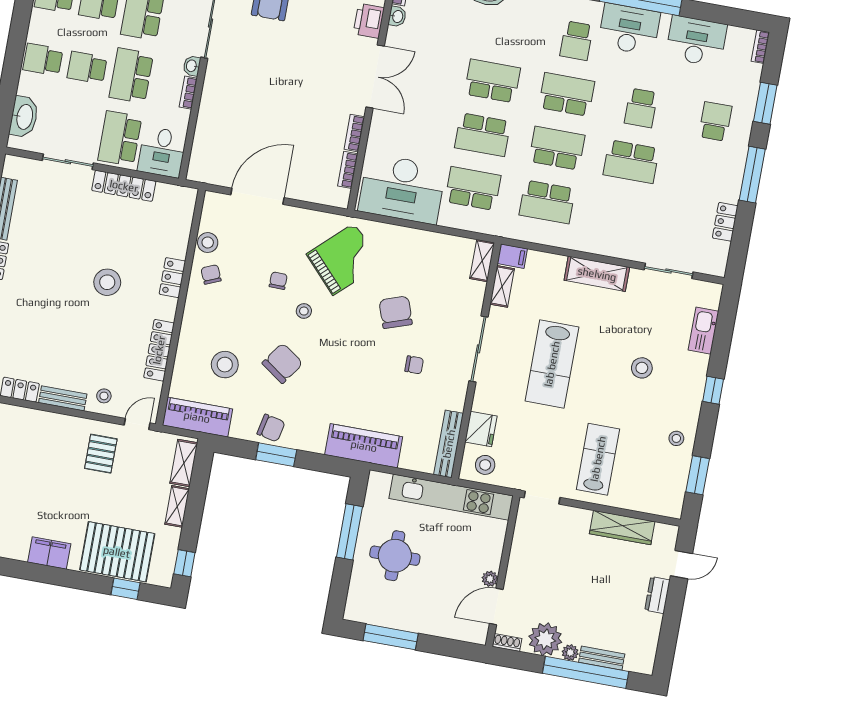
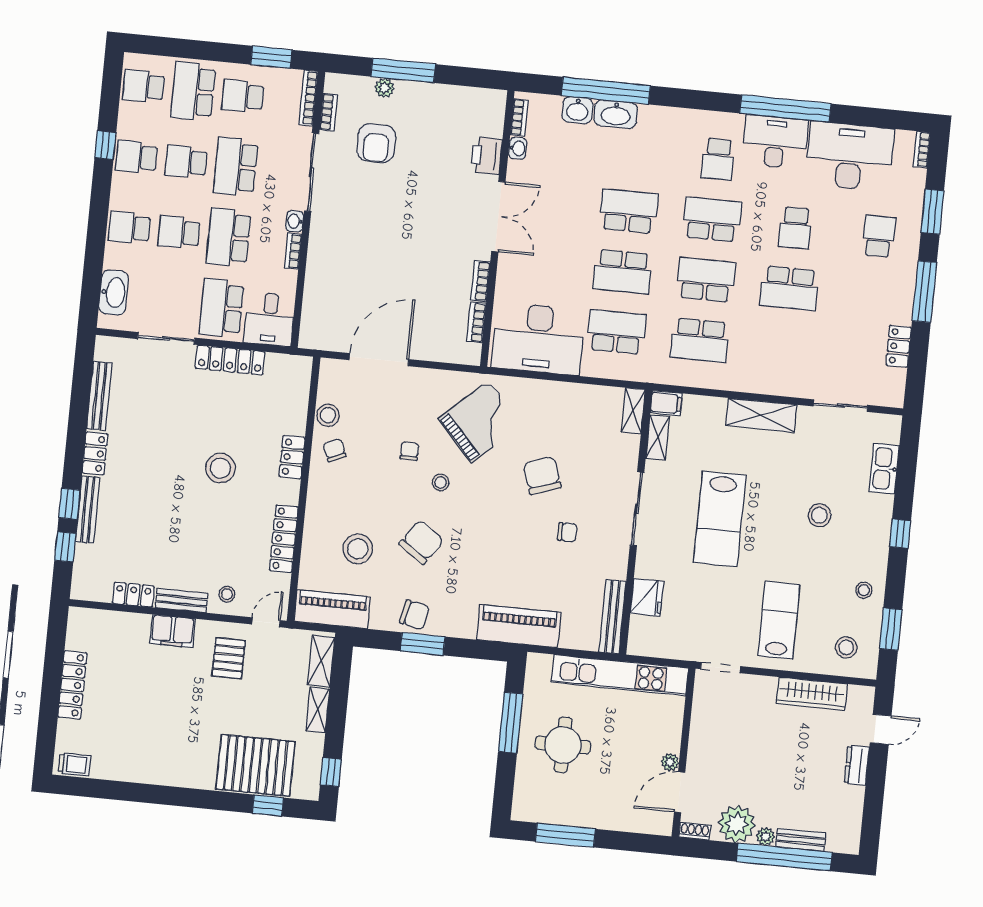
desk: (696, 41) -> (850, 156), width x1.36, depth x1.30
stool: (485, 465) -> (846, 647), moved
filing cabinet: (49, 553) -> (173, 631), moved, turned 180

